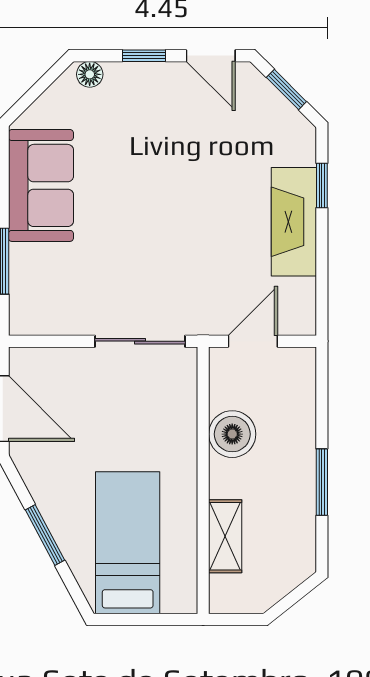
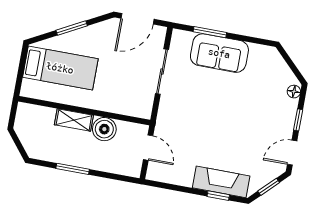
sofa: (41, 185) -> (219, 53), moved
fireplace: (294, 222) -> (221, 182), moved
sliding door: (140, 341) -> (162, 72), moved
shelving: (225, 536) -> (74, 120), moved

